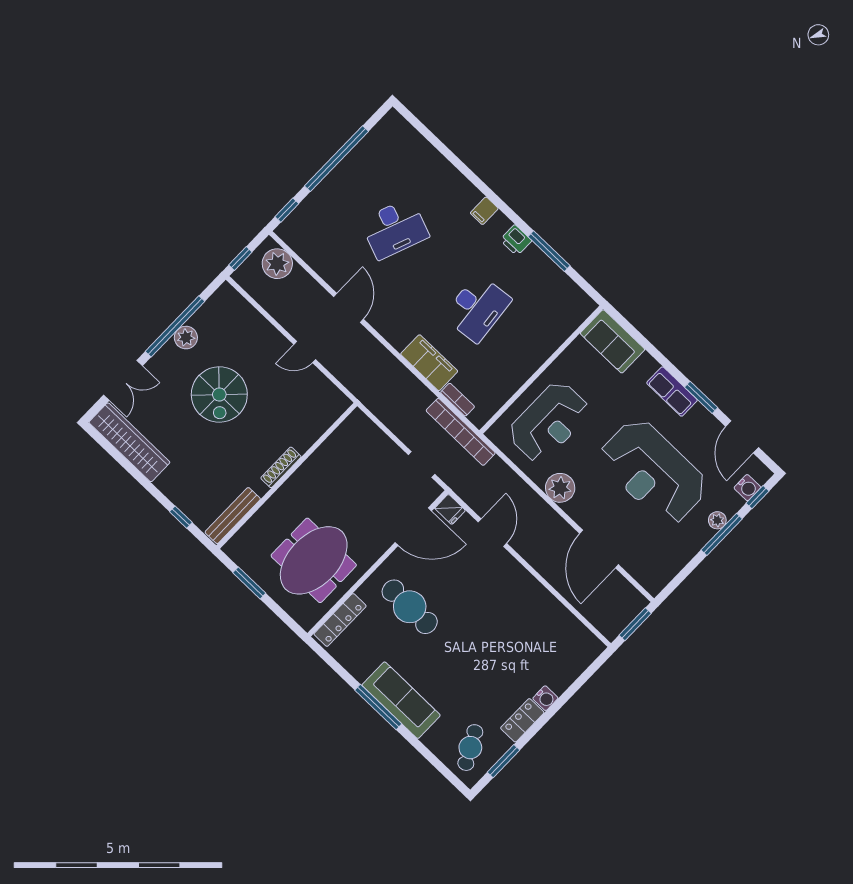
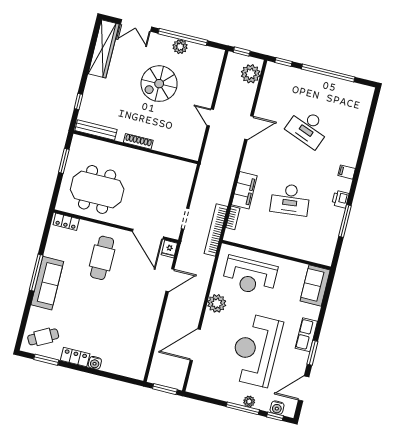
locker: (340, 620) -> (66, 222), width x0.66

